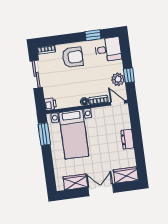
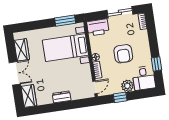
armchair: (73, 57) -> (123, 54), moved
plant: (118, 79) -> (127, 86), moved
printer: (50, 104) -> (98, 27), width x1.87, depth x1.48

